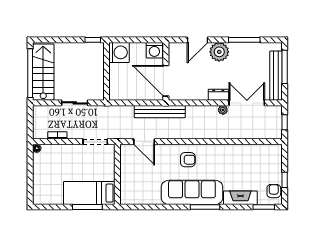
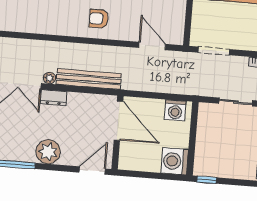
door: (198, 40) -> (92, 171), moved
washing machine: (154, 50) -> (175, 110), moved, turned 180
bench: (160, 112) -> (89, 79), moved

